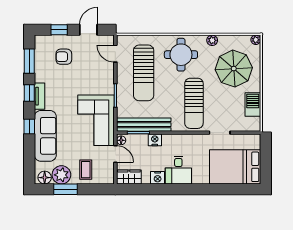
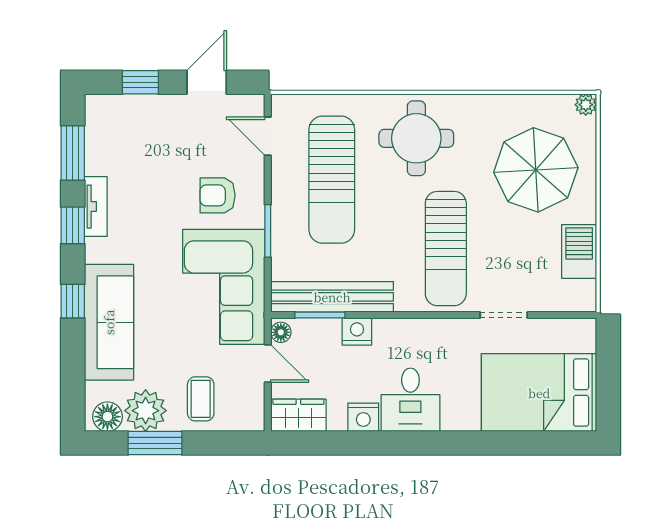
plant: (212, 40) -> (487, 106), removed
armchair: (64, 57) -> (218, 195), moved
tv unit: (39, 96) -> (96, 207), moved

